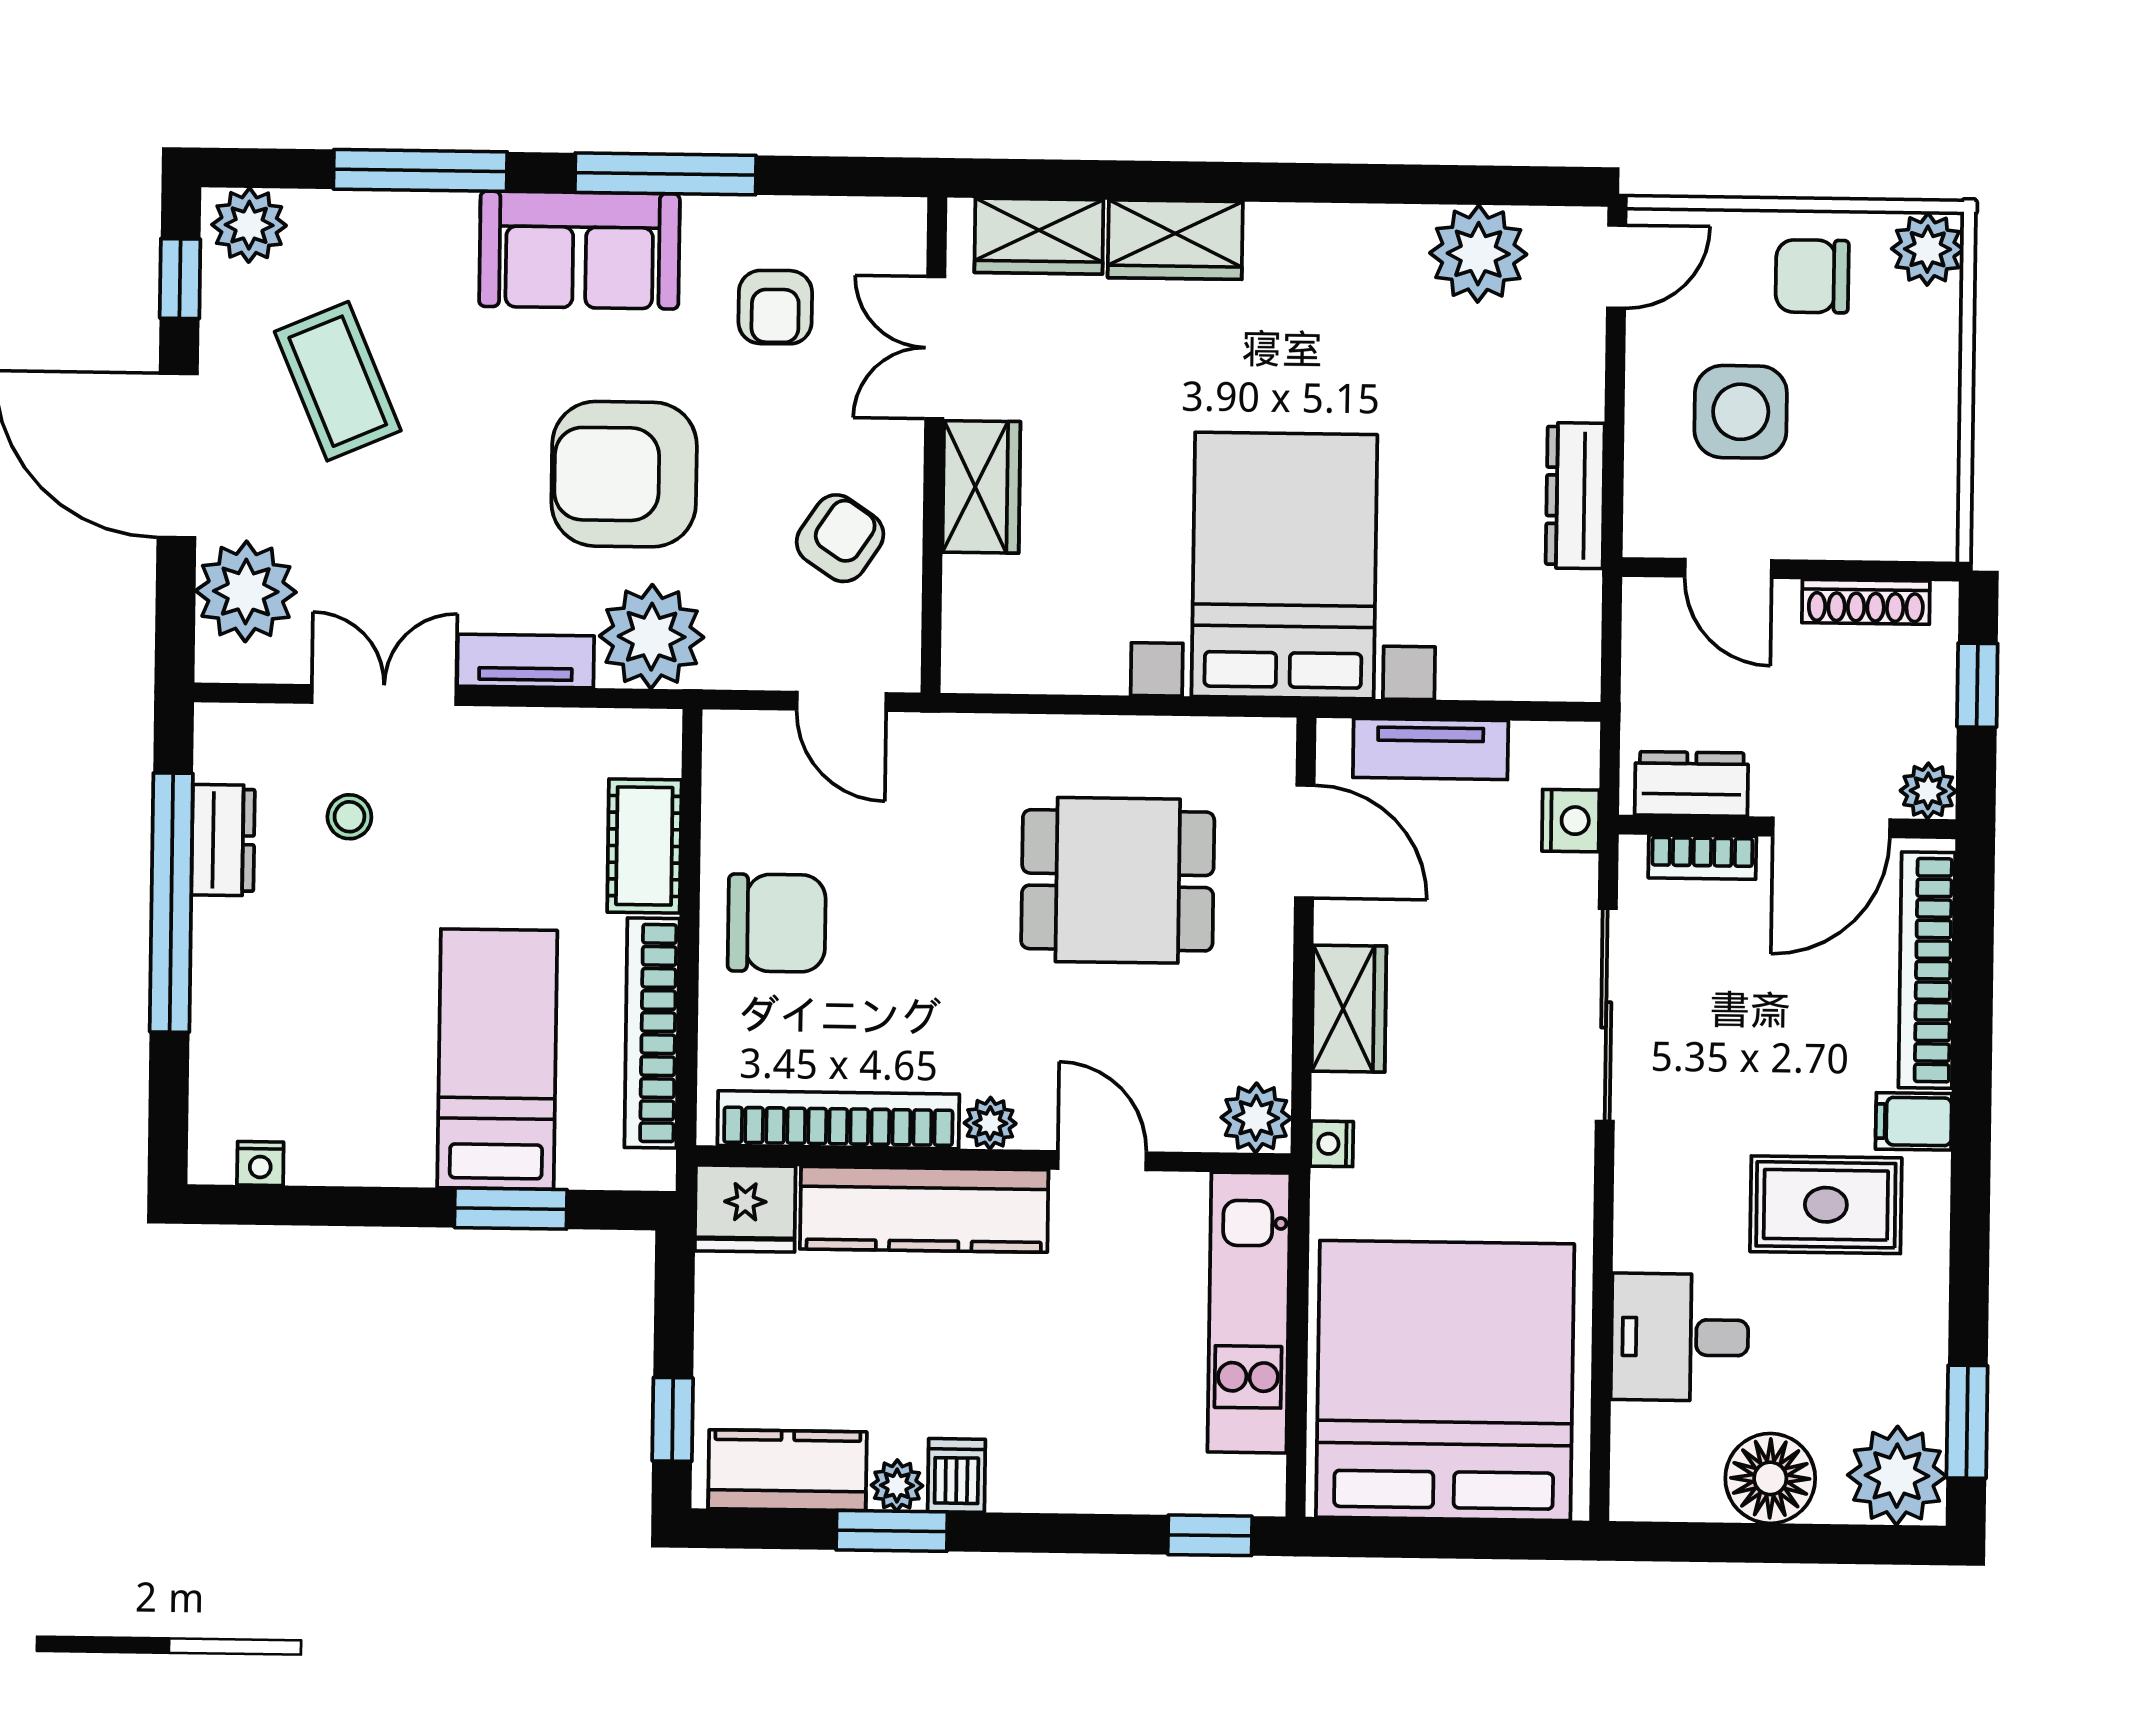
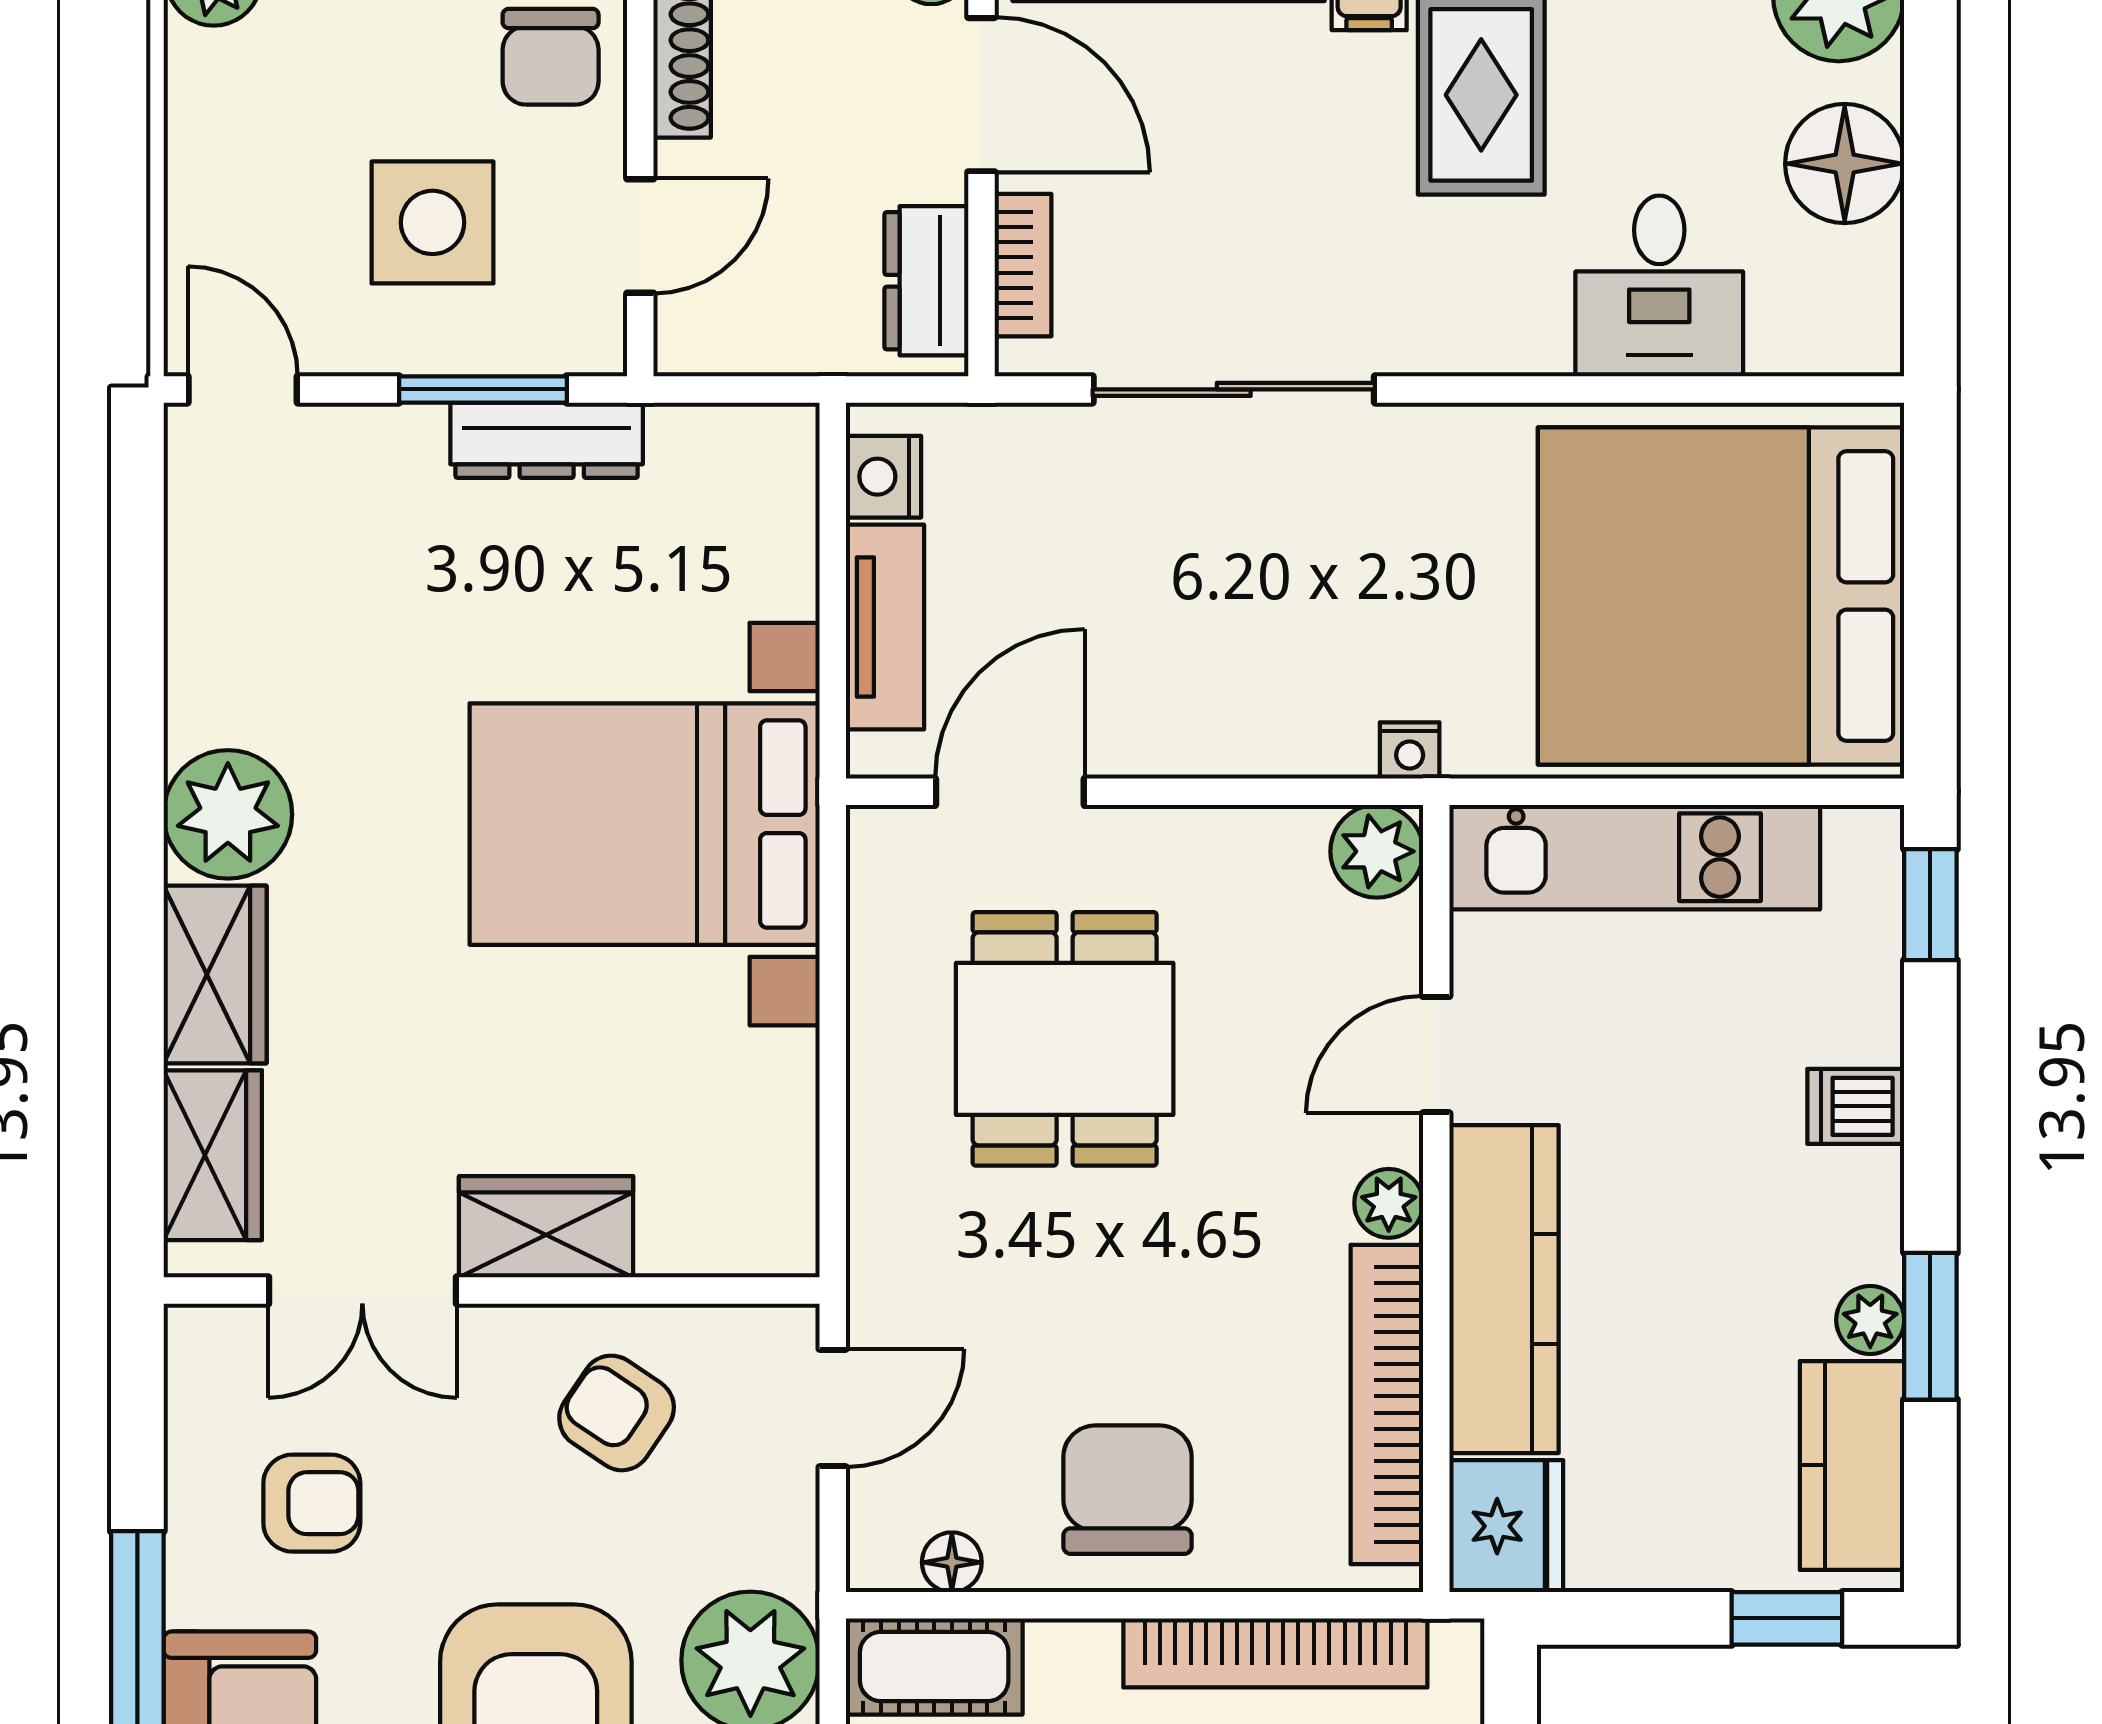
plant: (1478, 254) -> (228, 814), moved
chair: (1812, 276) -> (551, 57), moved
window: (1614, 448) -> (483, 389), added
floor lamp: (724, 790) -> (952, 1562), added
nightstand: (1571, 821) -> (883, 477), moved, turned -90
cot: (644, 846) -> (934, 1666), moved
wardrobe: (1349, 1009) -> (1230, 730), removed
dishwasher: (956, 1475) -> (1856, 1106), moved

